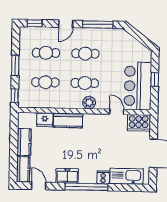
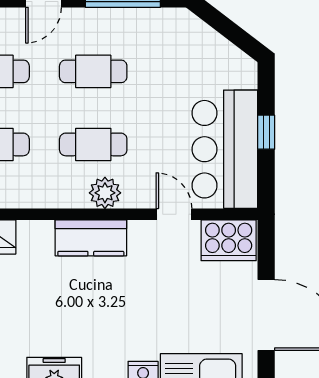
kitchen counter: (68, 120) -> (91, 238), moved

